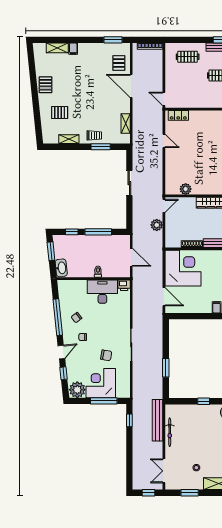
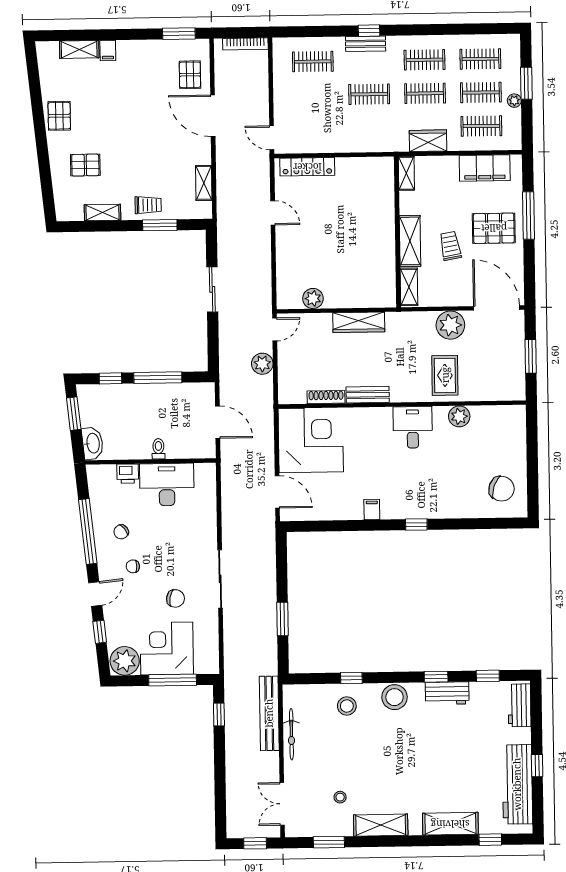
locker: (178, 115) -> (307, 167), width x1.53
printer: (124, 285) -> (128, 474), moved
stool: (201, 417) -> (347, 706), added

